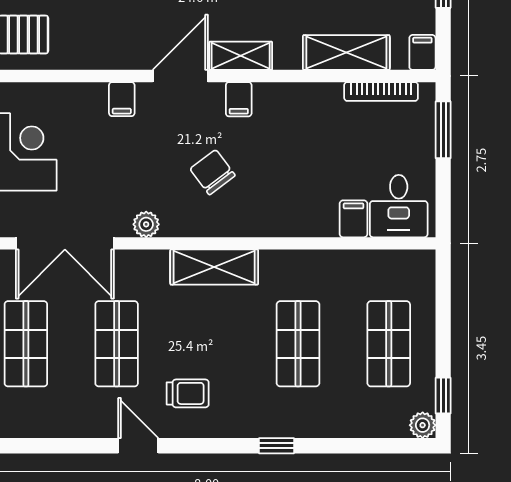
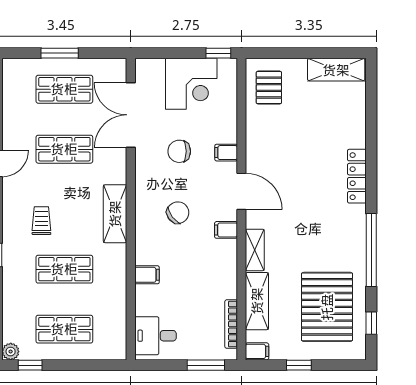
shelving: (241, 56) -> (255, 250), moved
chair: (120, 170) -> (179, 151), added
filing cabinet: (353, 219) -> (147, 275), moved
plant: (146, 224) -> (143, 169), removed
trolley: (188, 393) -> (41, 221), moved, turned 180

